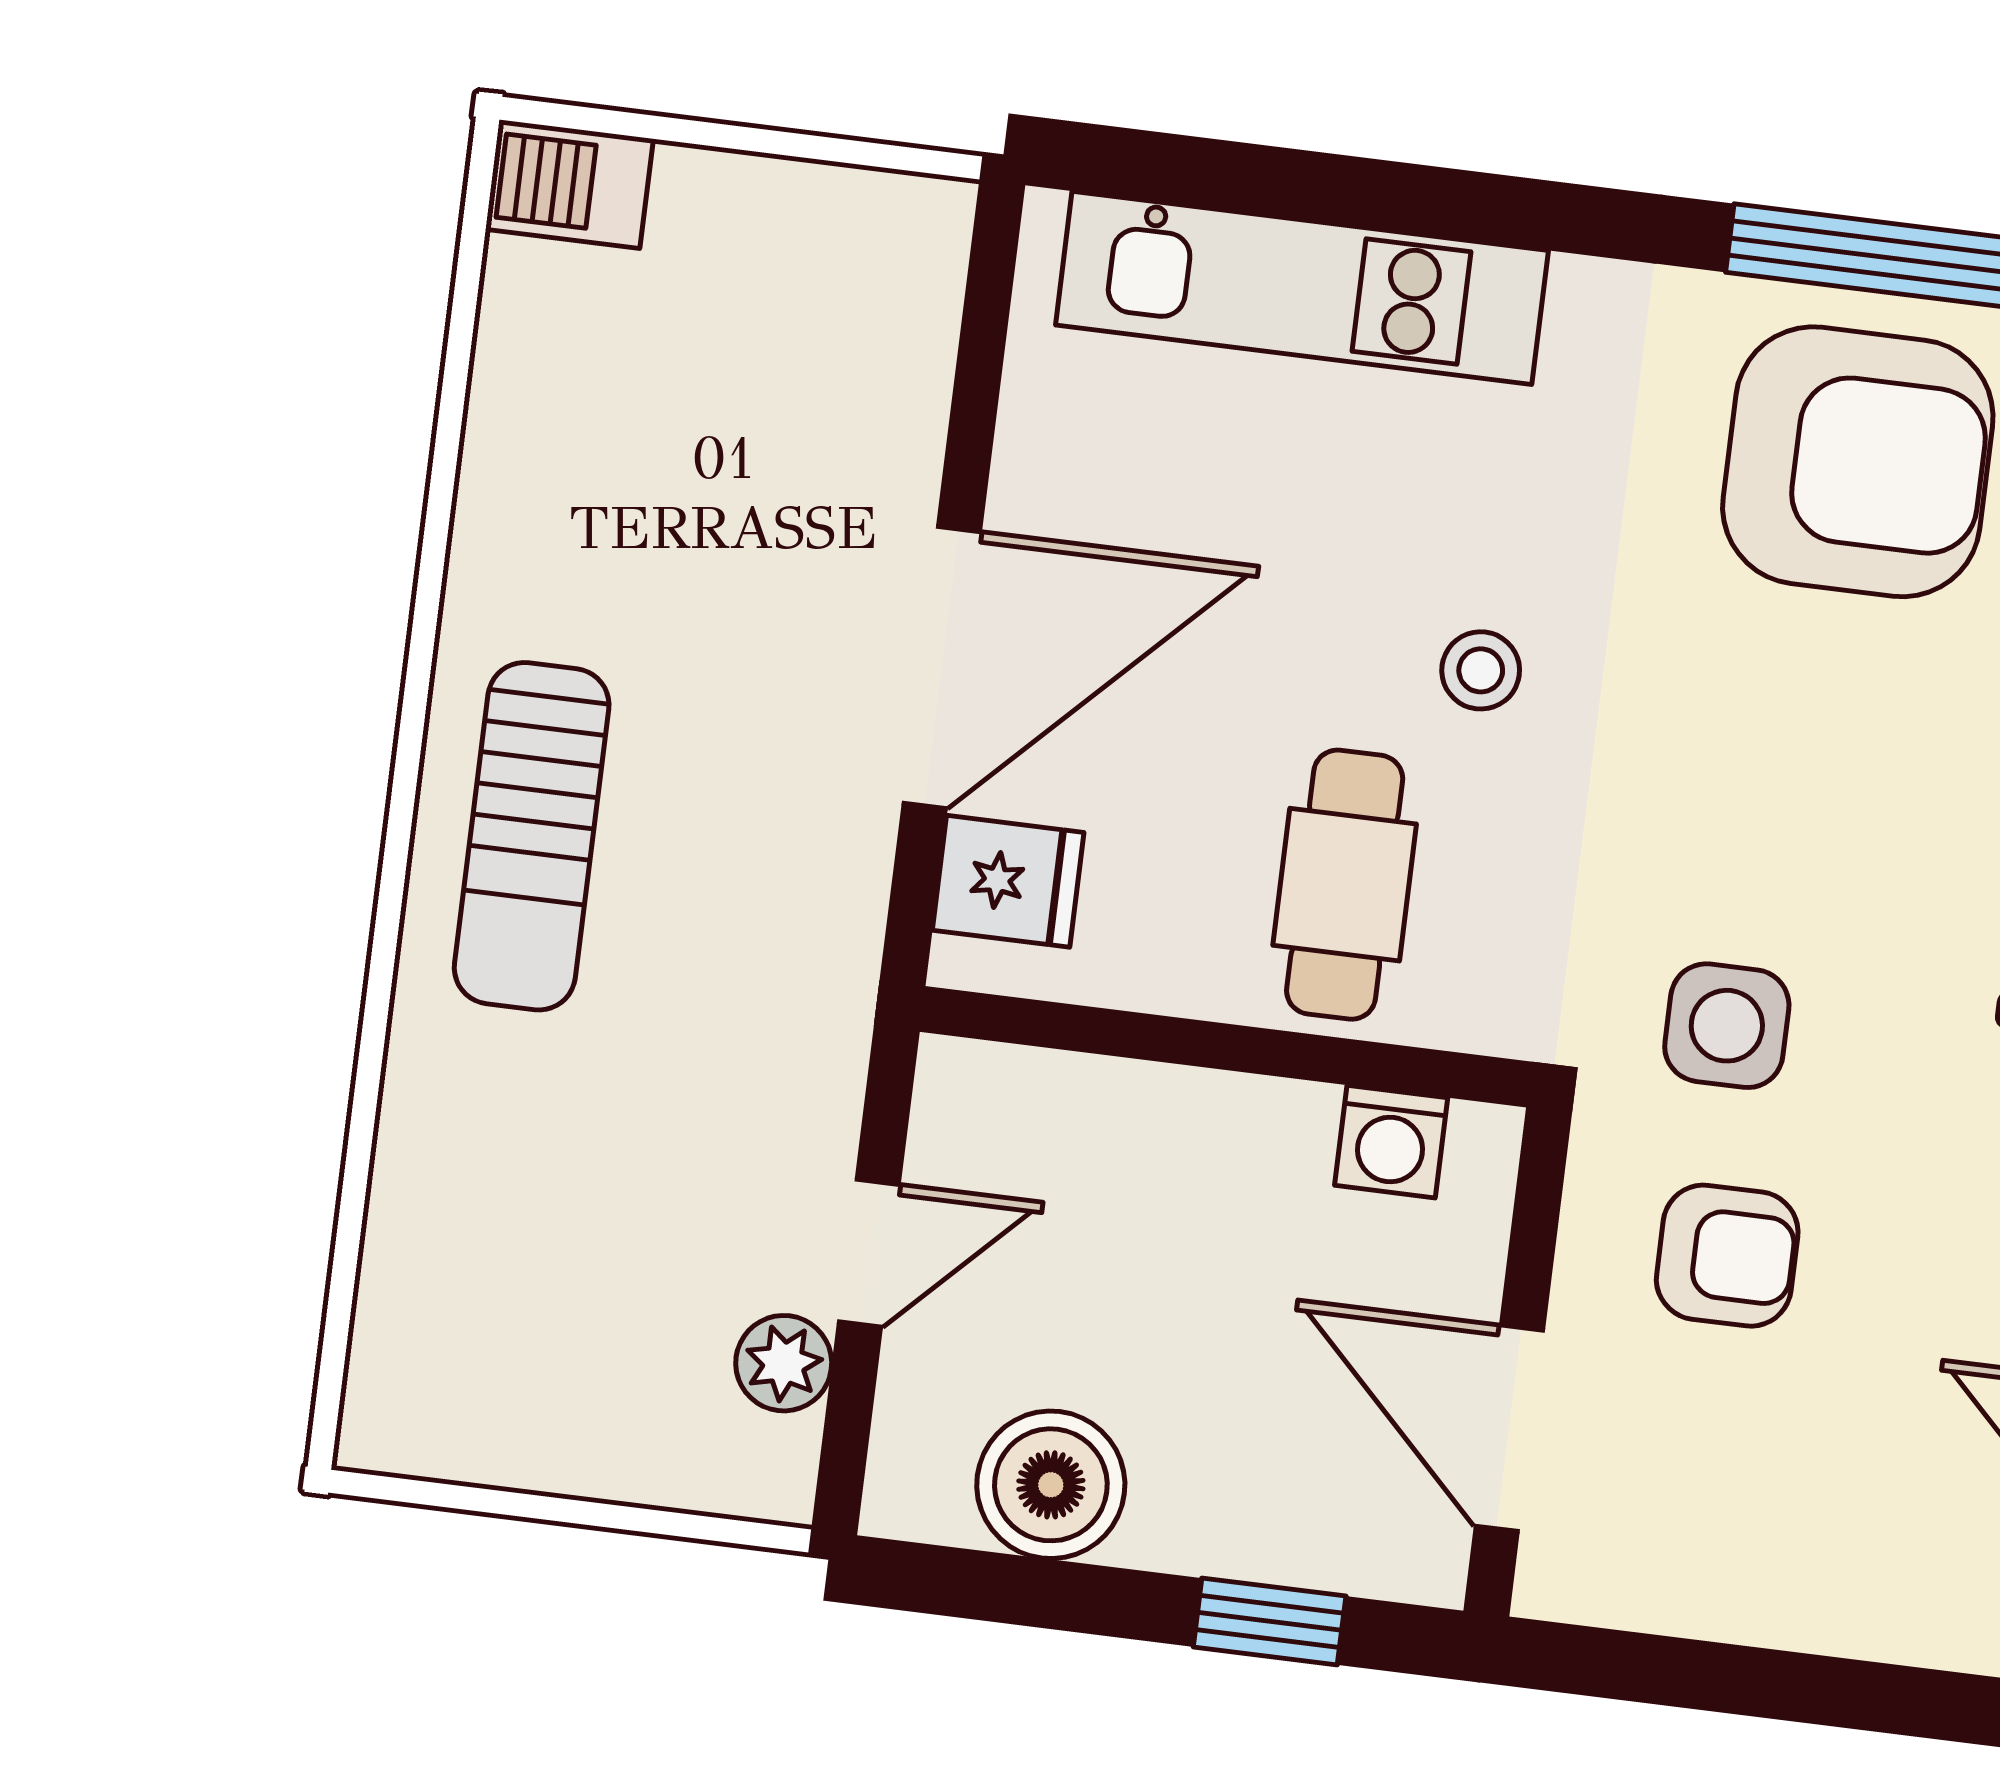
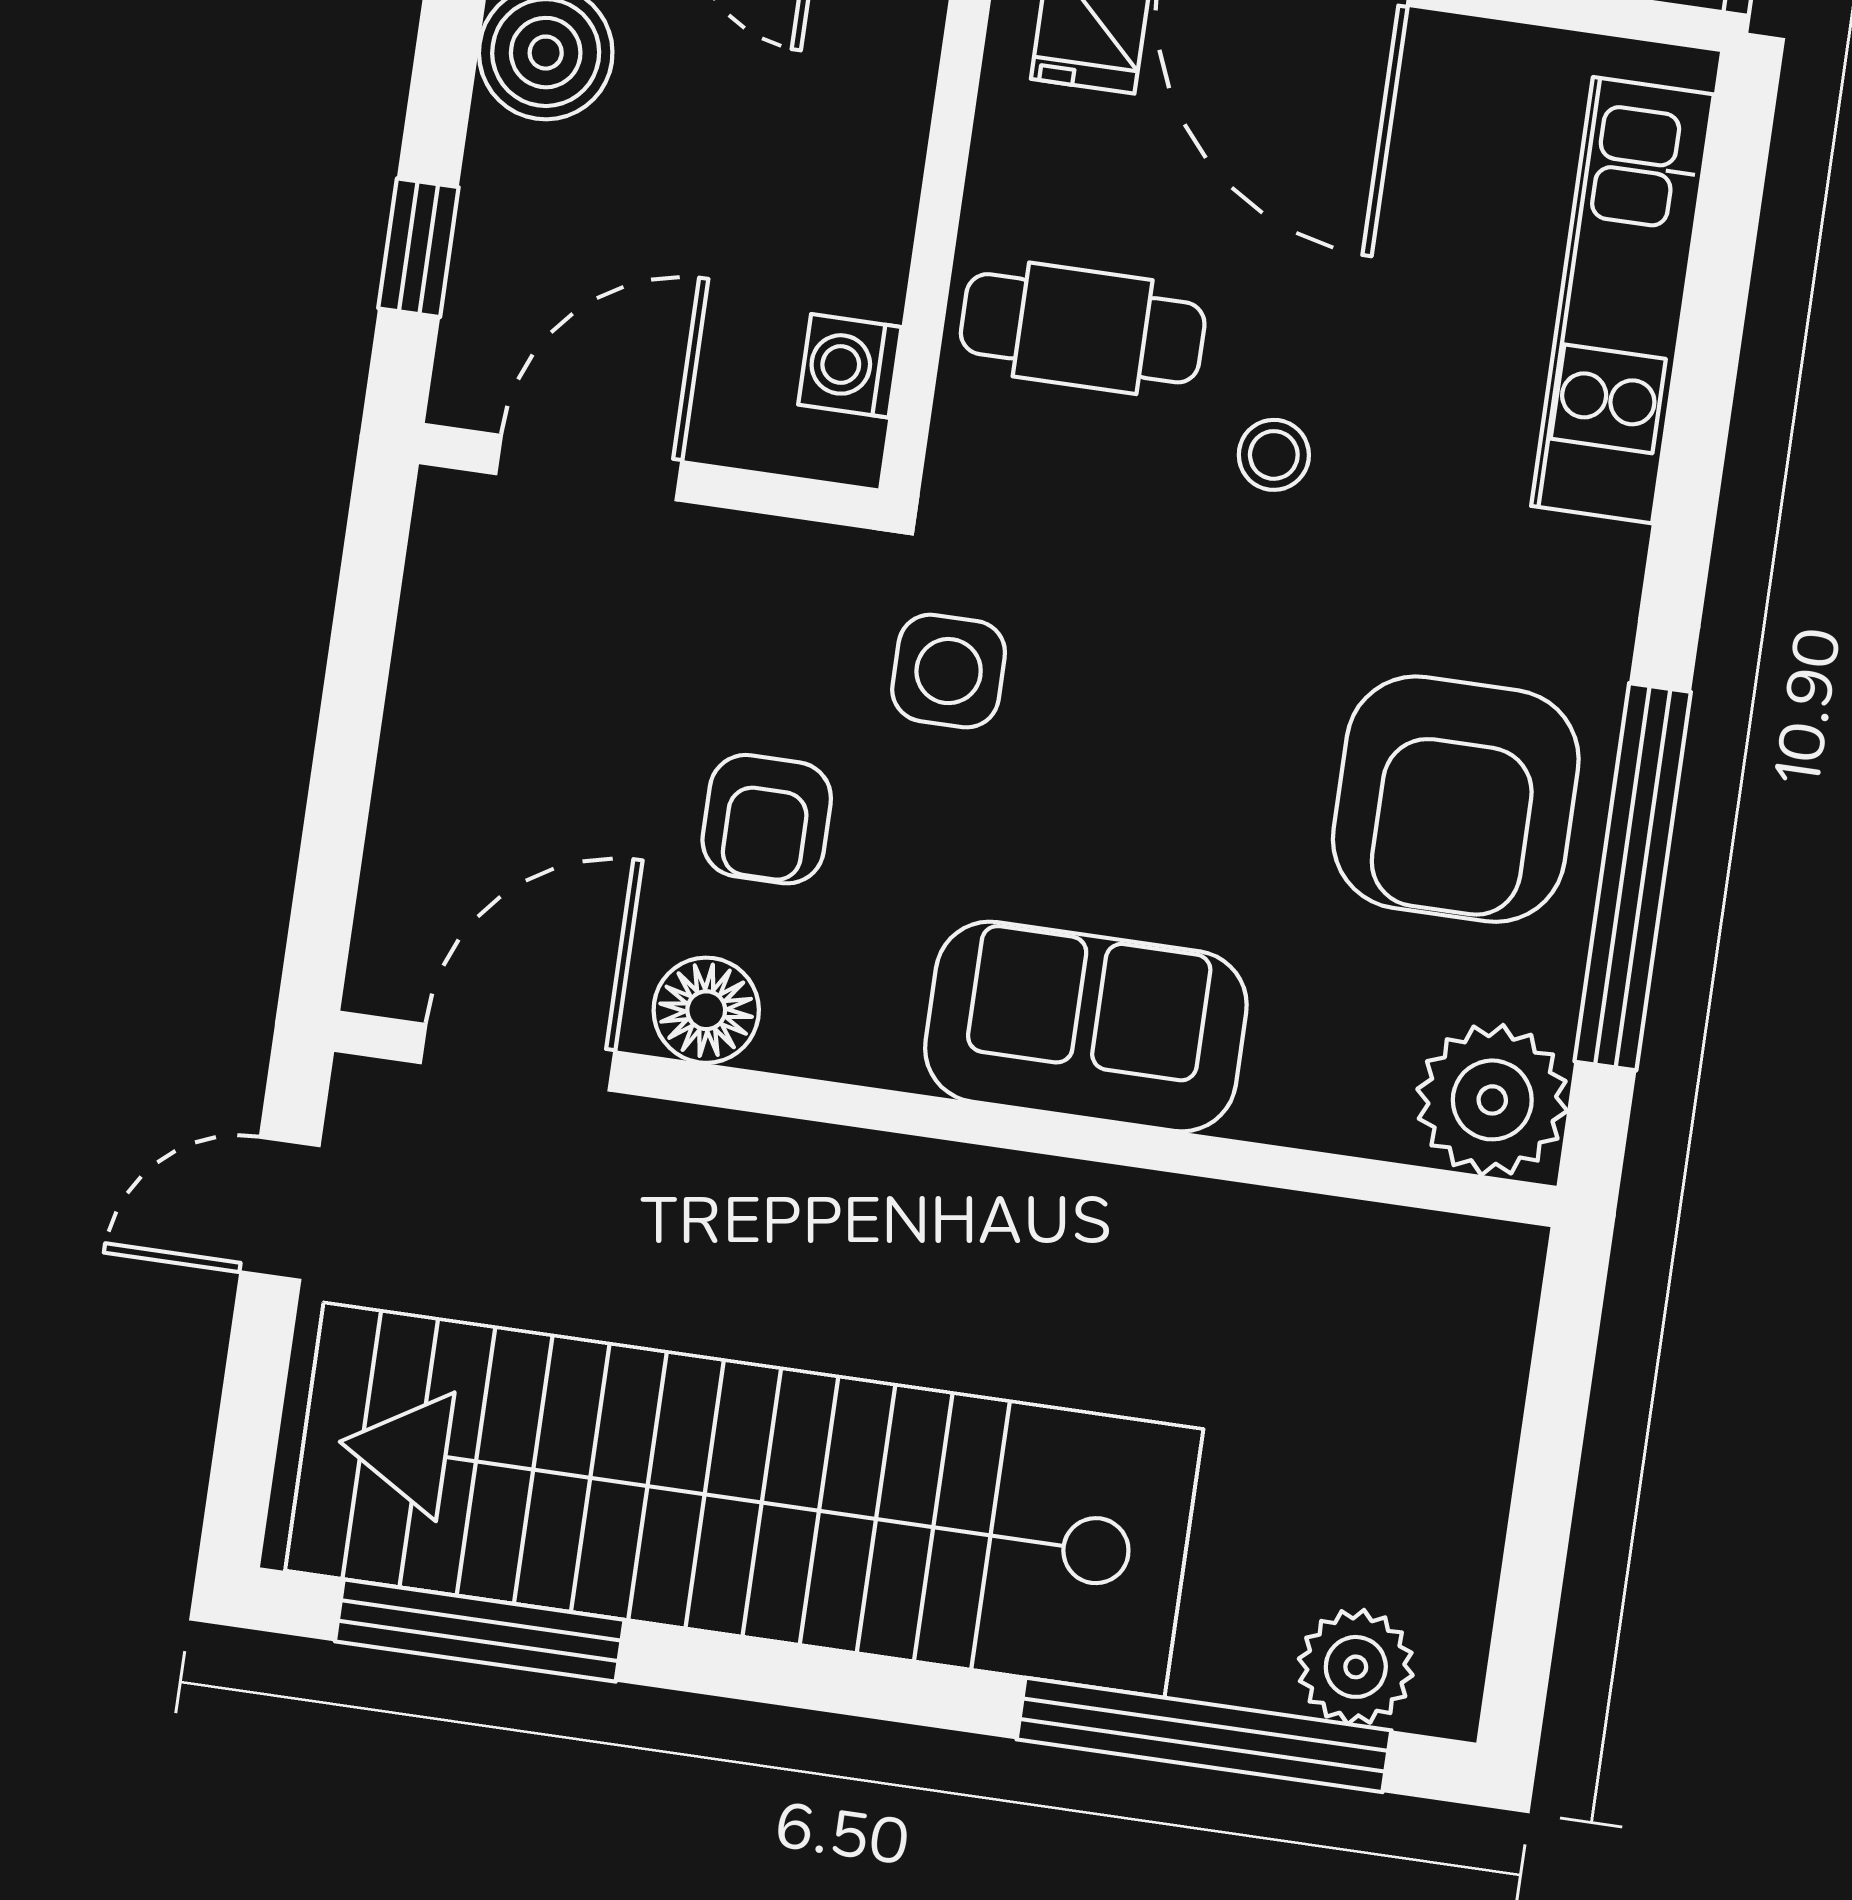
armchair: (1727, 1256) -> (767, 819), moved

